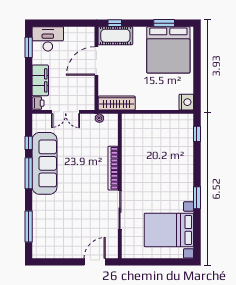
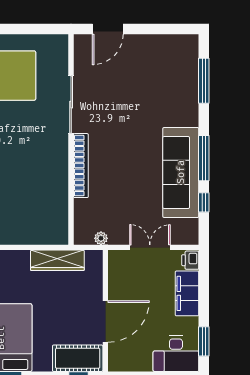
wardrobe: (117, 103) -> (57, 260), moved

